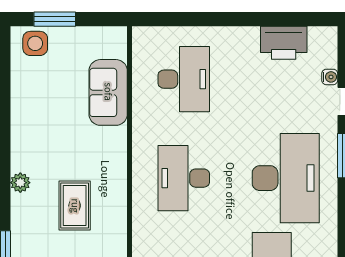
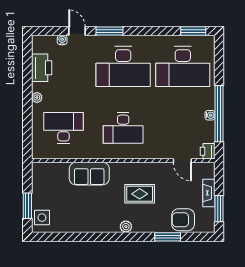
plant: (234, 35) -> (37, 98), added
sofa: (108, 92) -> (89, 174), moved
desk: (286, 178) -> (123, 66), turned 180

